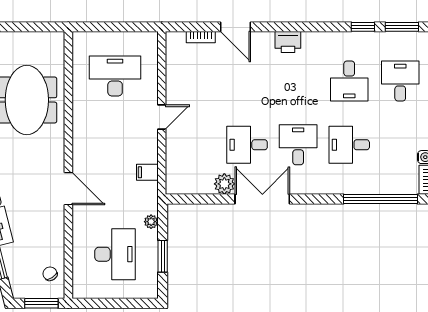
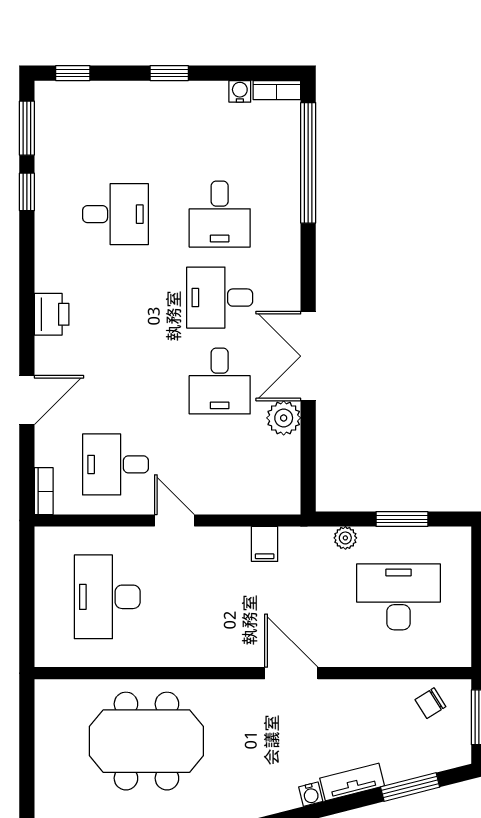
bookcase: (201, 37) -> (44, 491), moved
desk: (400, 81) -> (115, 464), moved
door: (68, 189) -> (291, 673), hinge flipped

